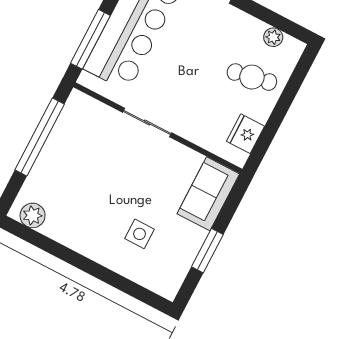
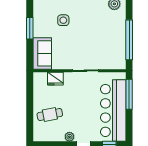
plant: (273, 37) -> (69, 137), moved
fridge: (245, 134) -> (55, 79), moved, turned 90

